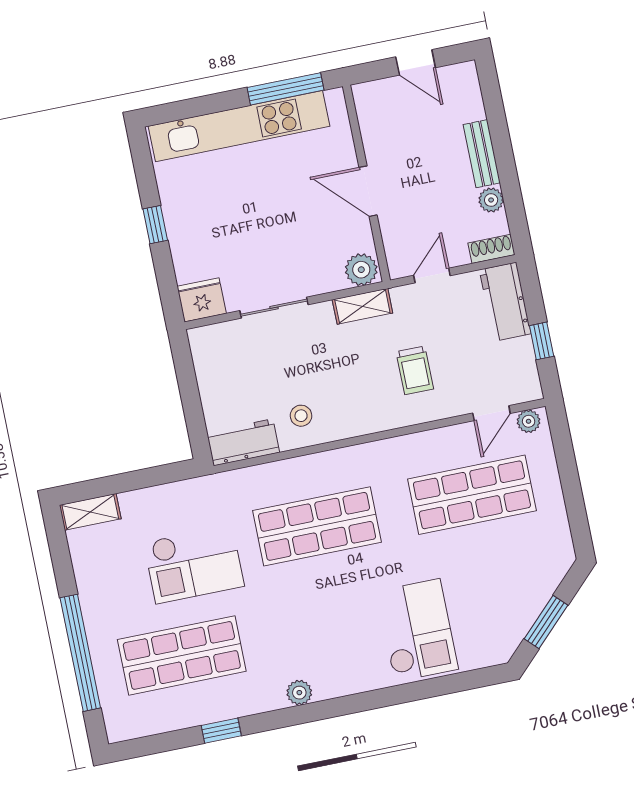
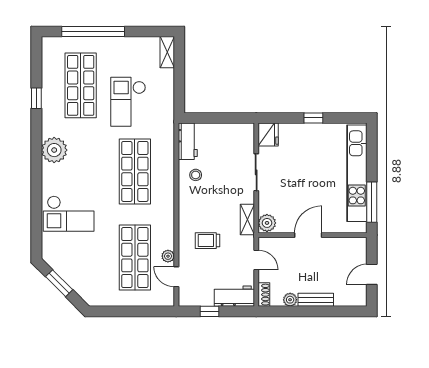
plant: (529, 421) -> (168, 256), moved
plant: (299, 693) -> (54, 150), width x1.88, depth x1.88

